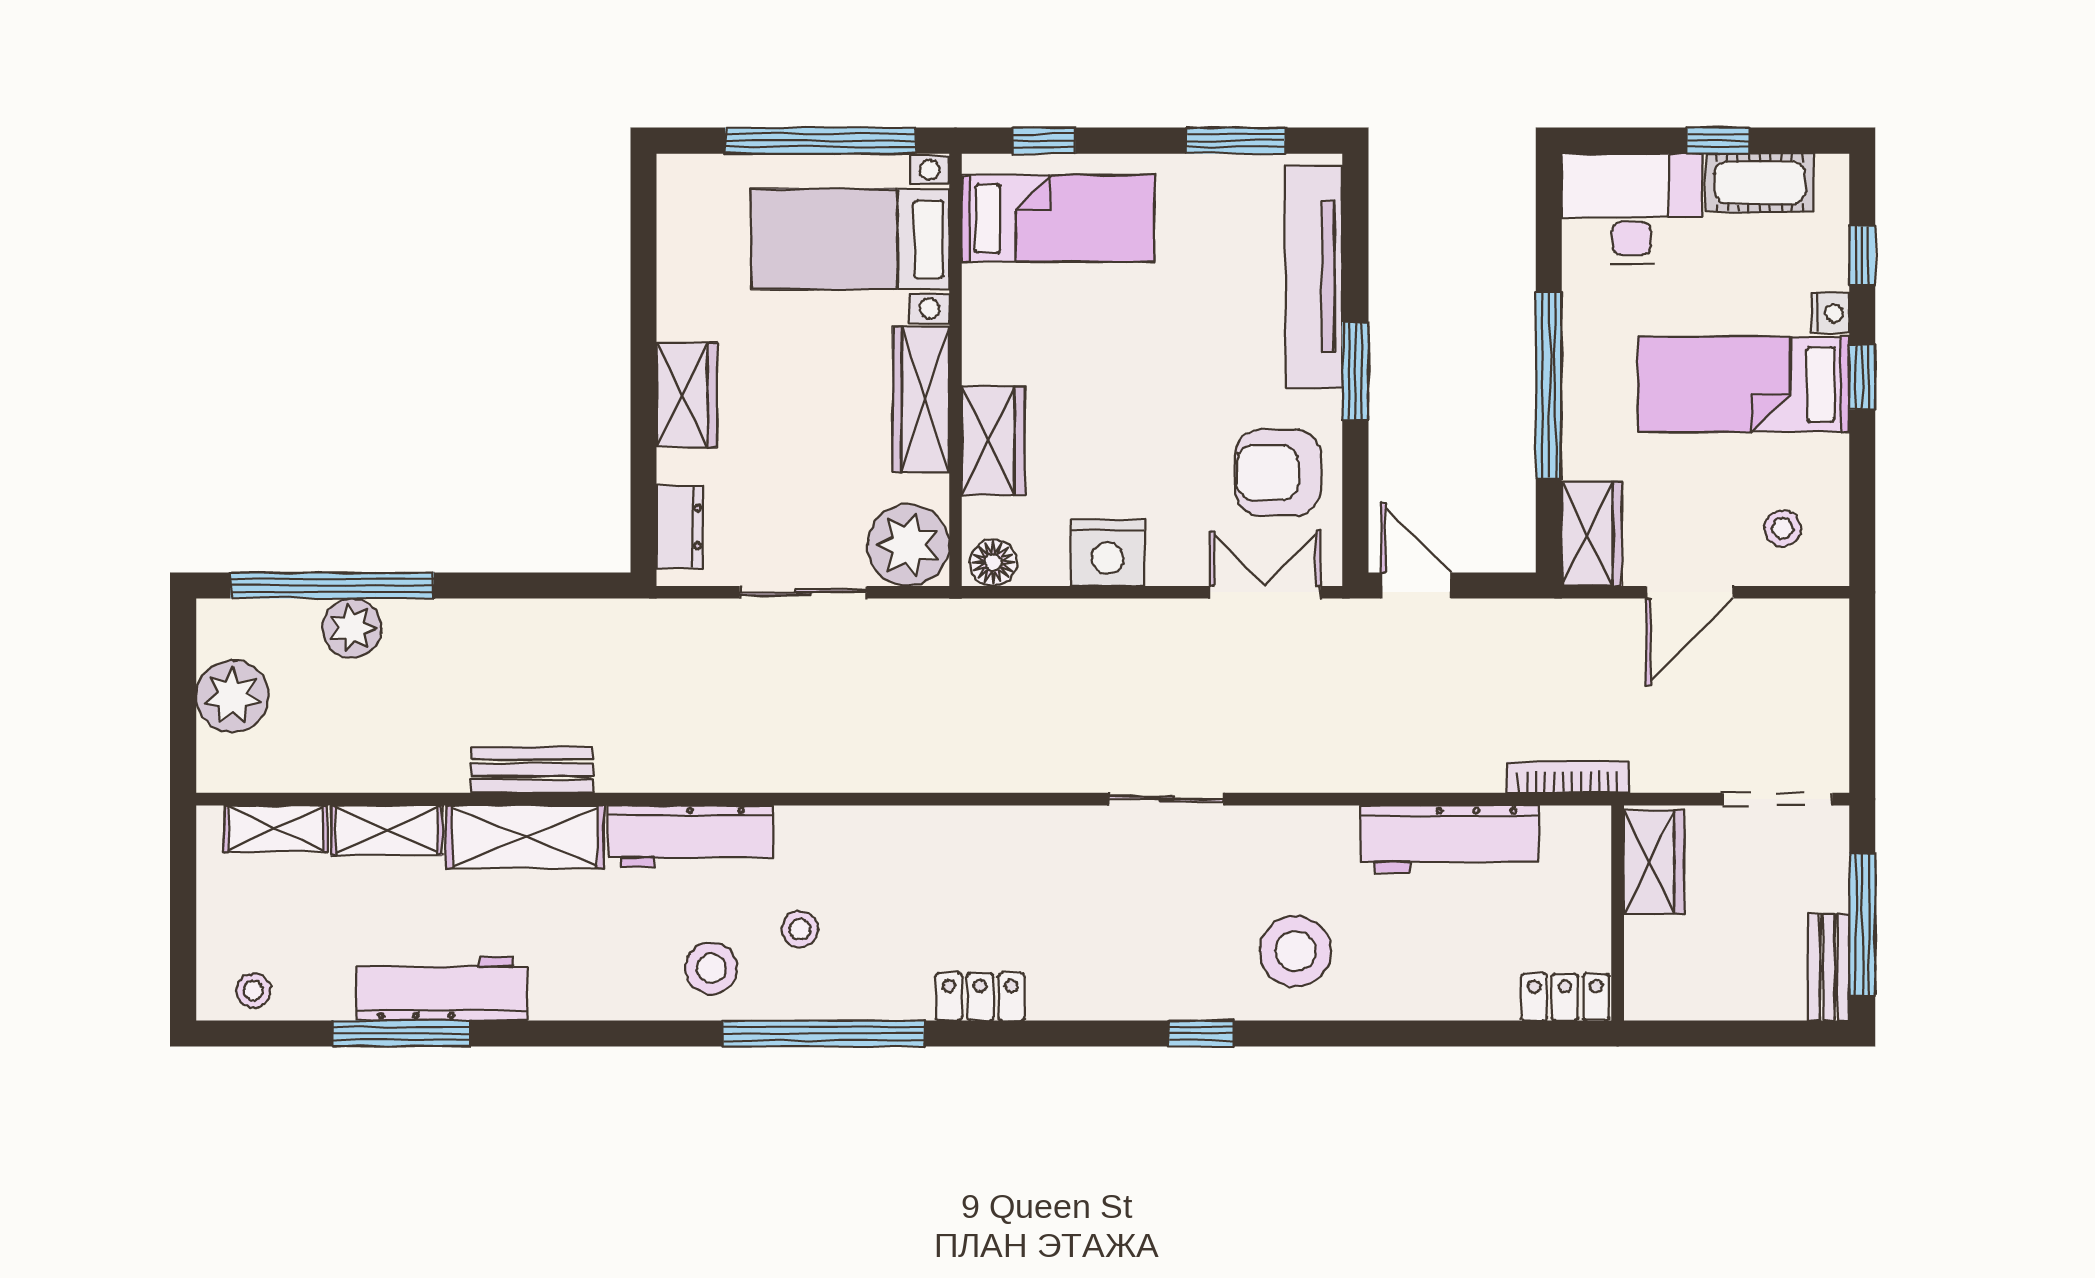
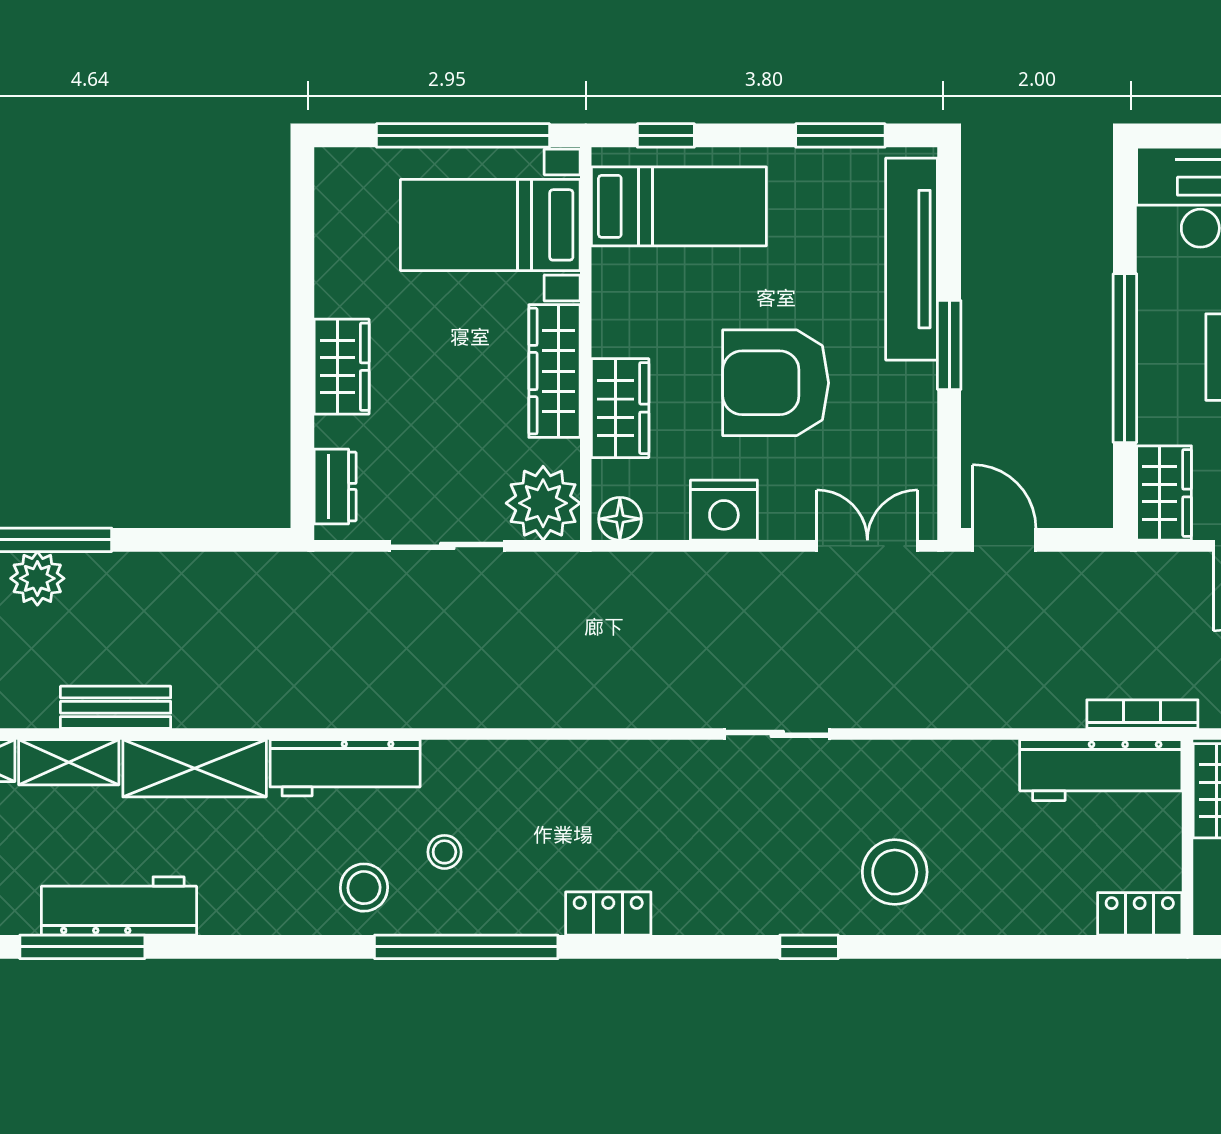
armchair: (1278, 472) -> (776, 383), moved, width x1.36, depth x1.36
bench: (532, 770) -> (116, 707), moved
workbench: (1450, 839) -> (1101, 770), moved

